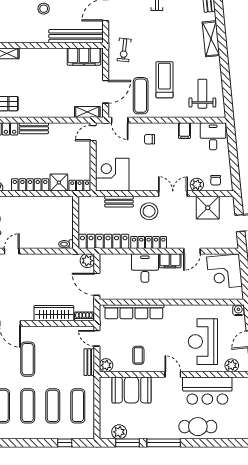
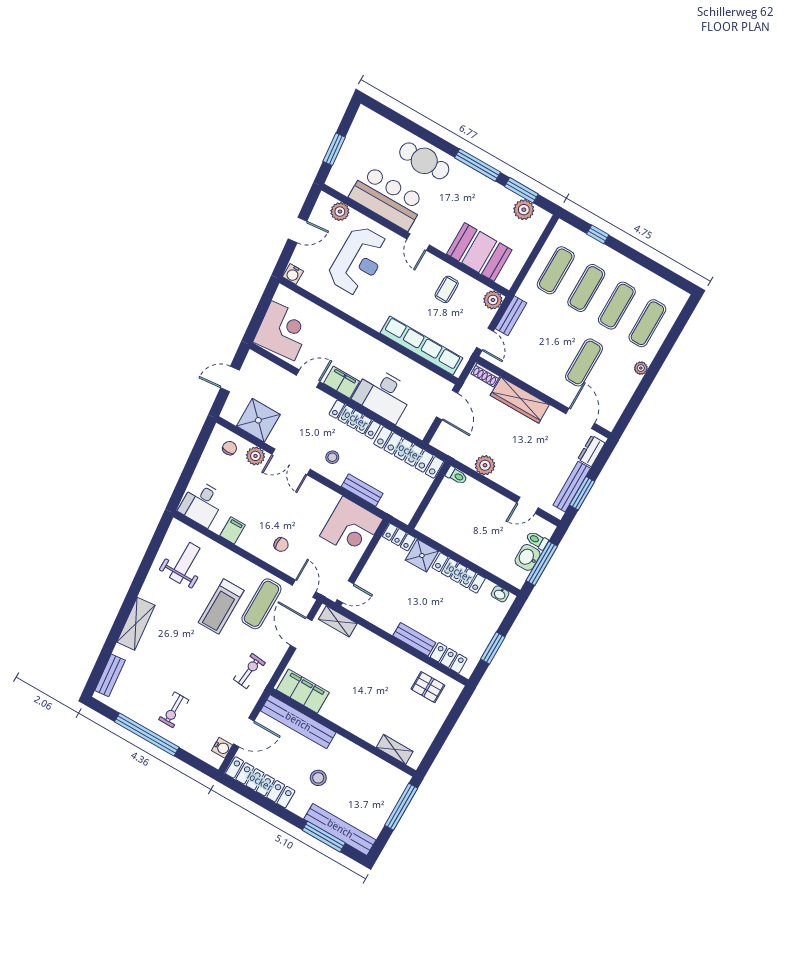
door: (106, 92) -> (301, 633), hinge flipped
weight bench: (202, 94) -> (185, 563), turned 180
stool: (149, 211) -> (332, 457), width x0.53, depth x0.53
plant: (87, 261) -> (485, 465), moved
desk: (145, 268) -> (383, 395), width x1.37

